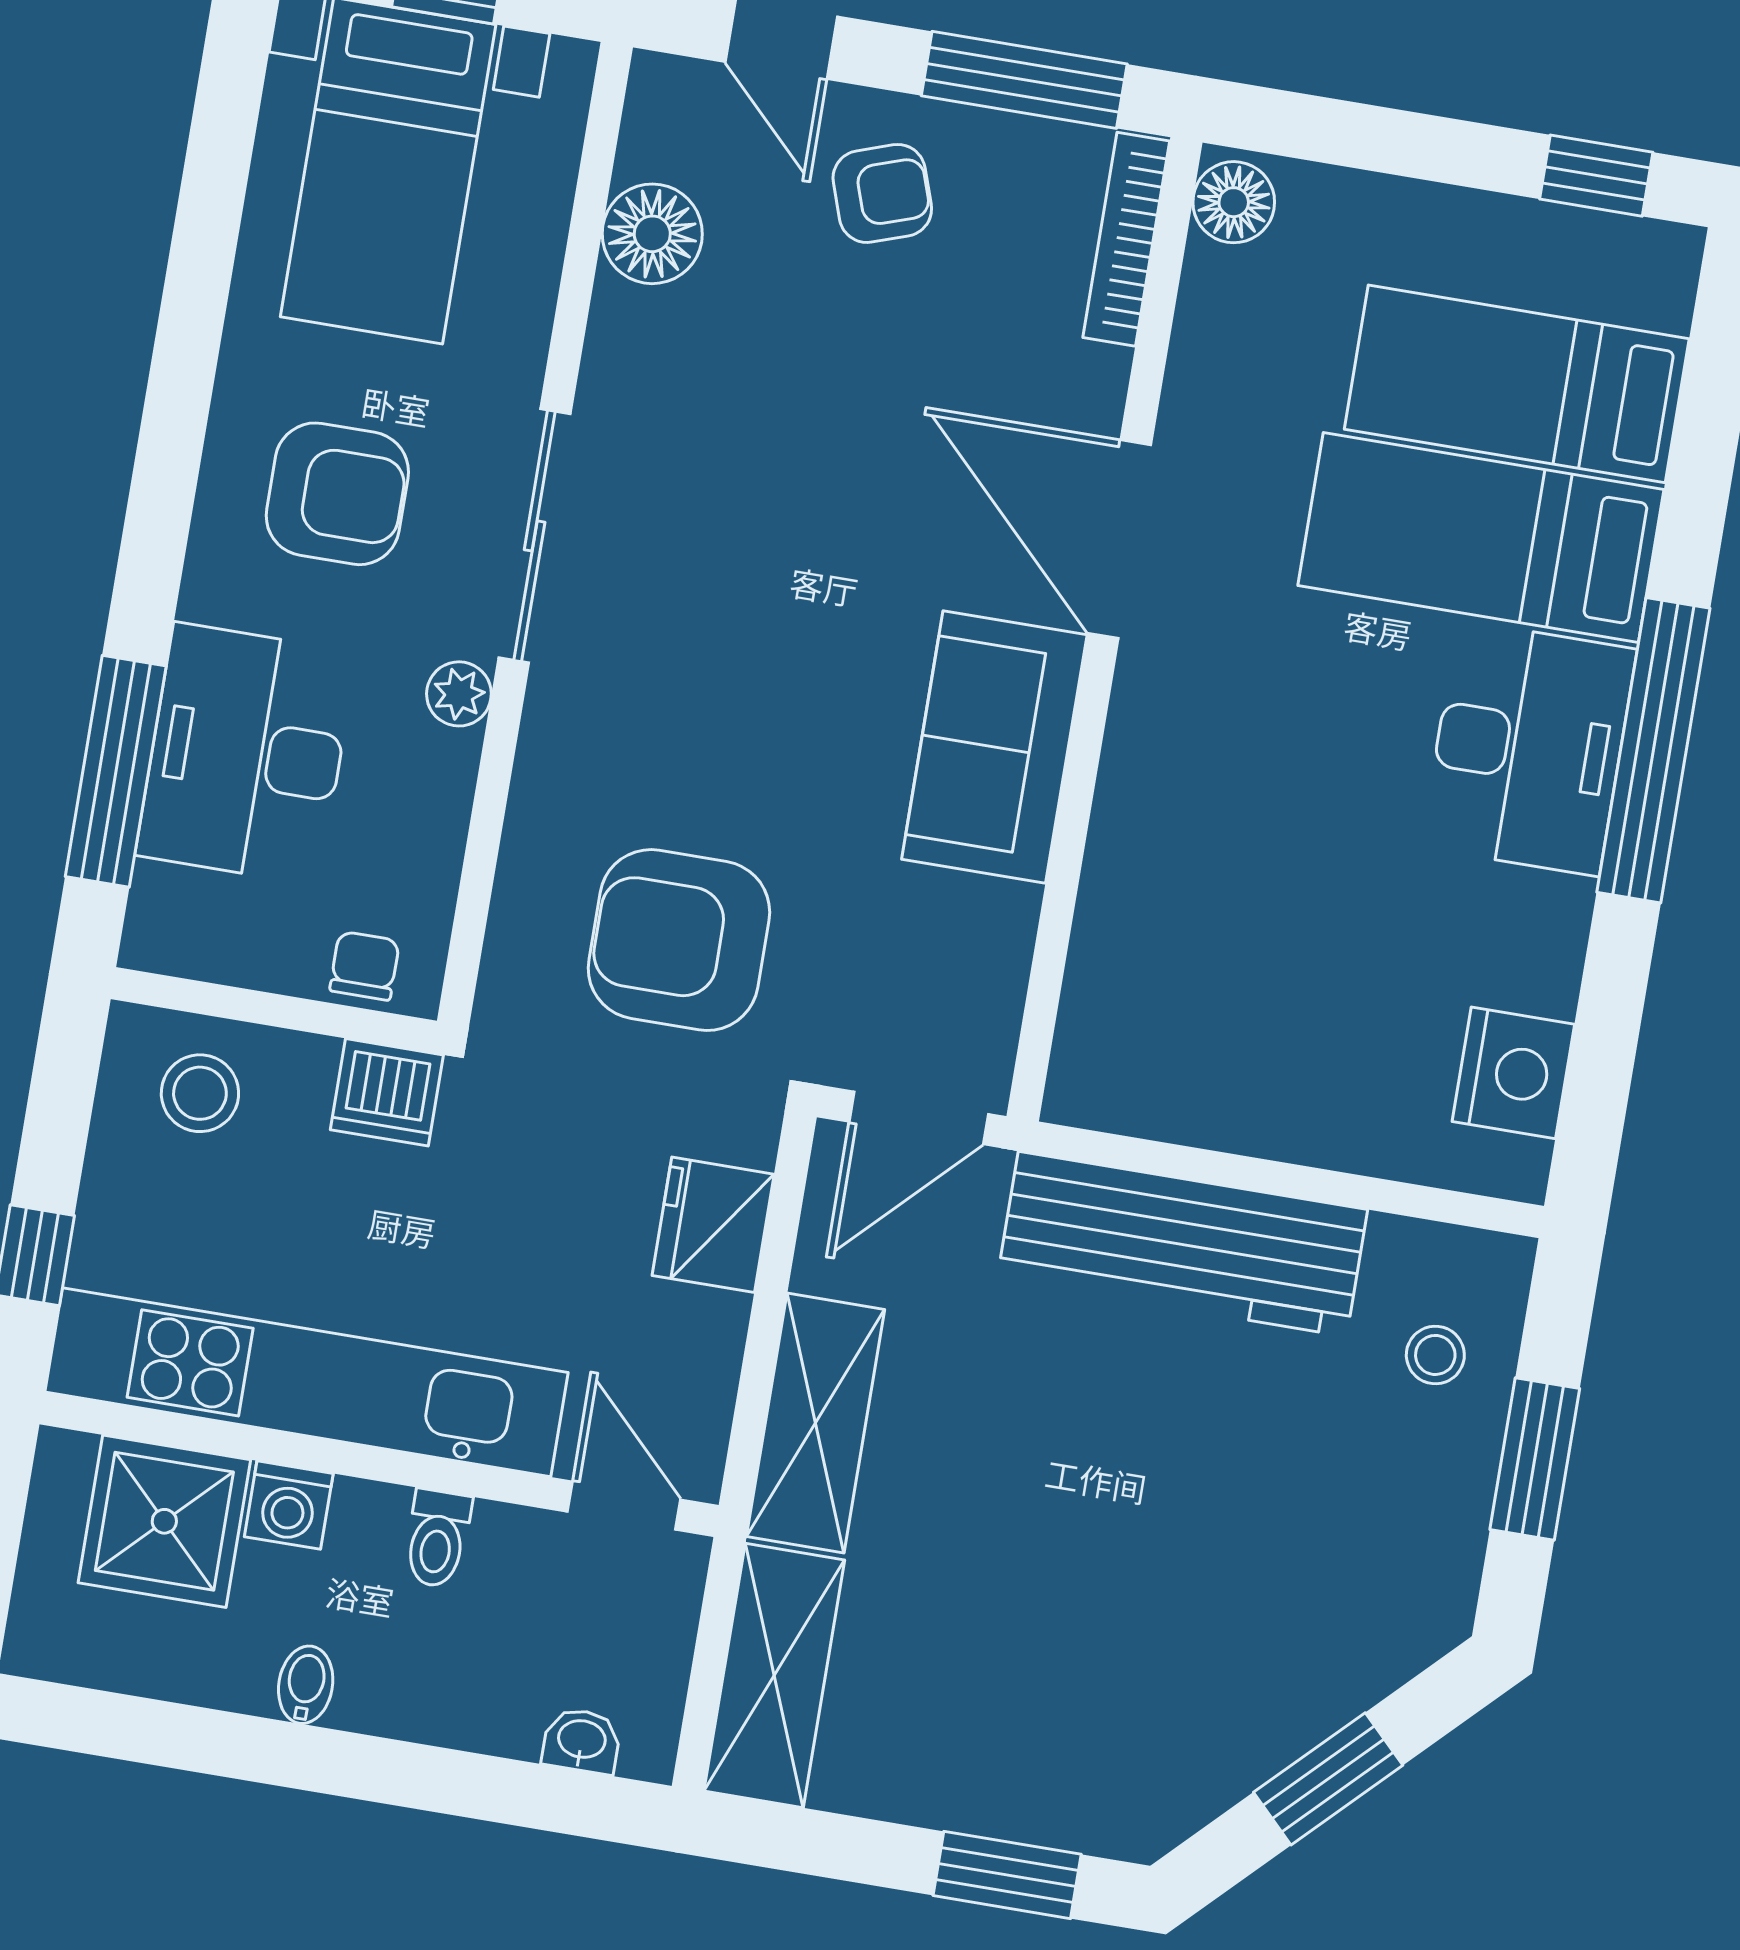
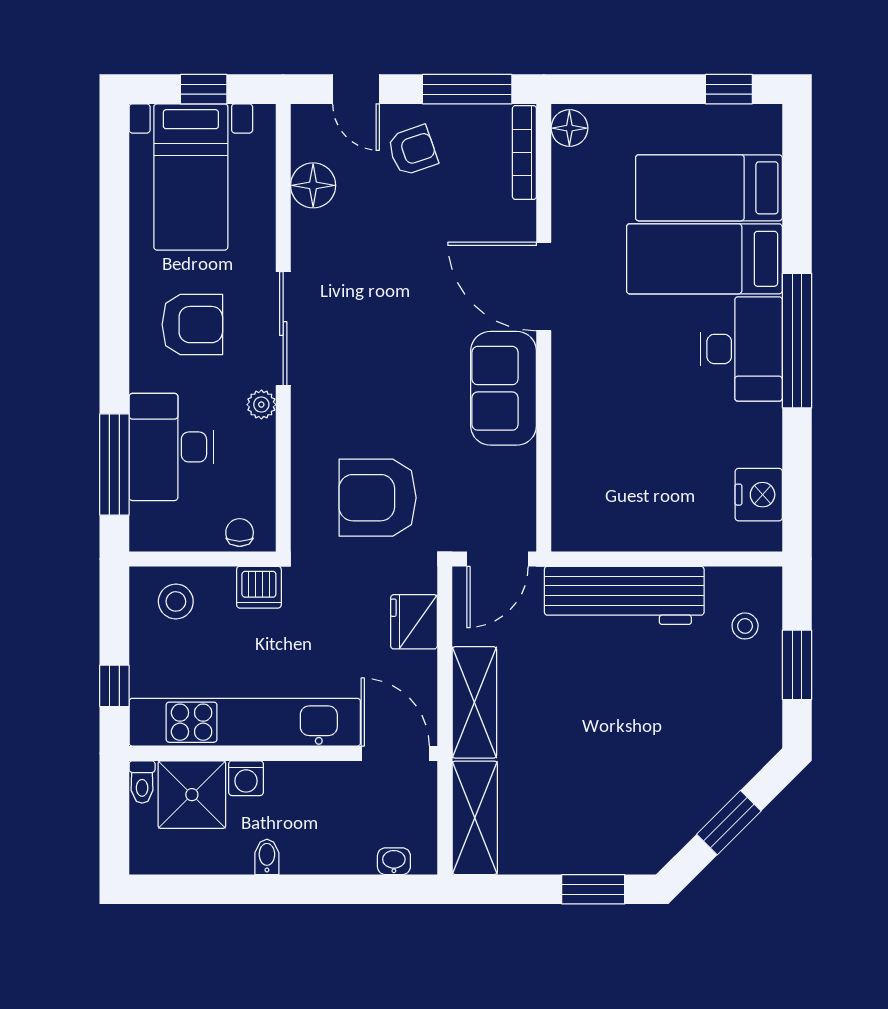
door: (624, 1506) -> (395, 753), width x1.38
toilet: (437, 1538) -> (142, 782), moved

